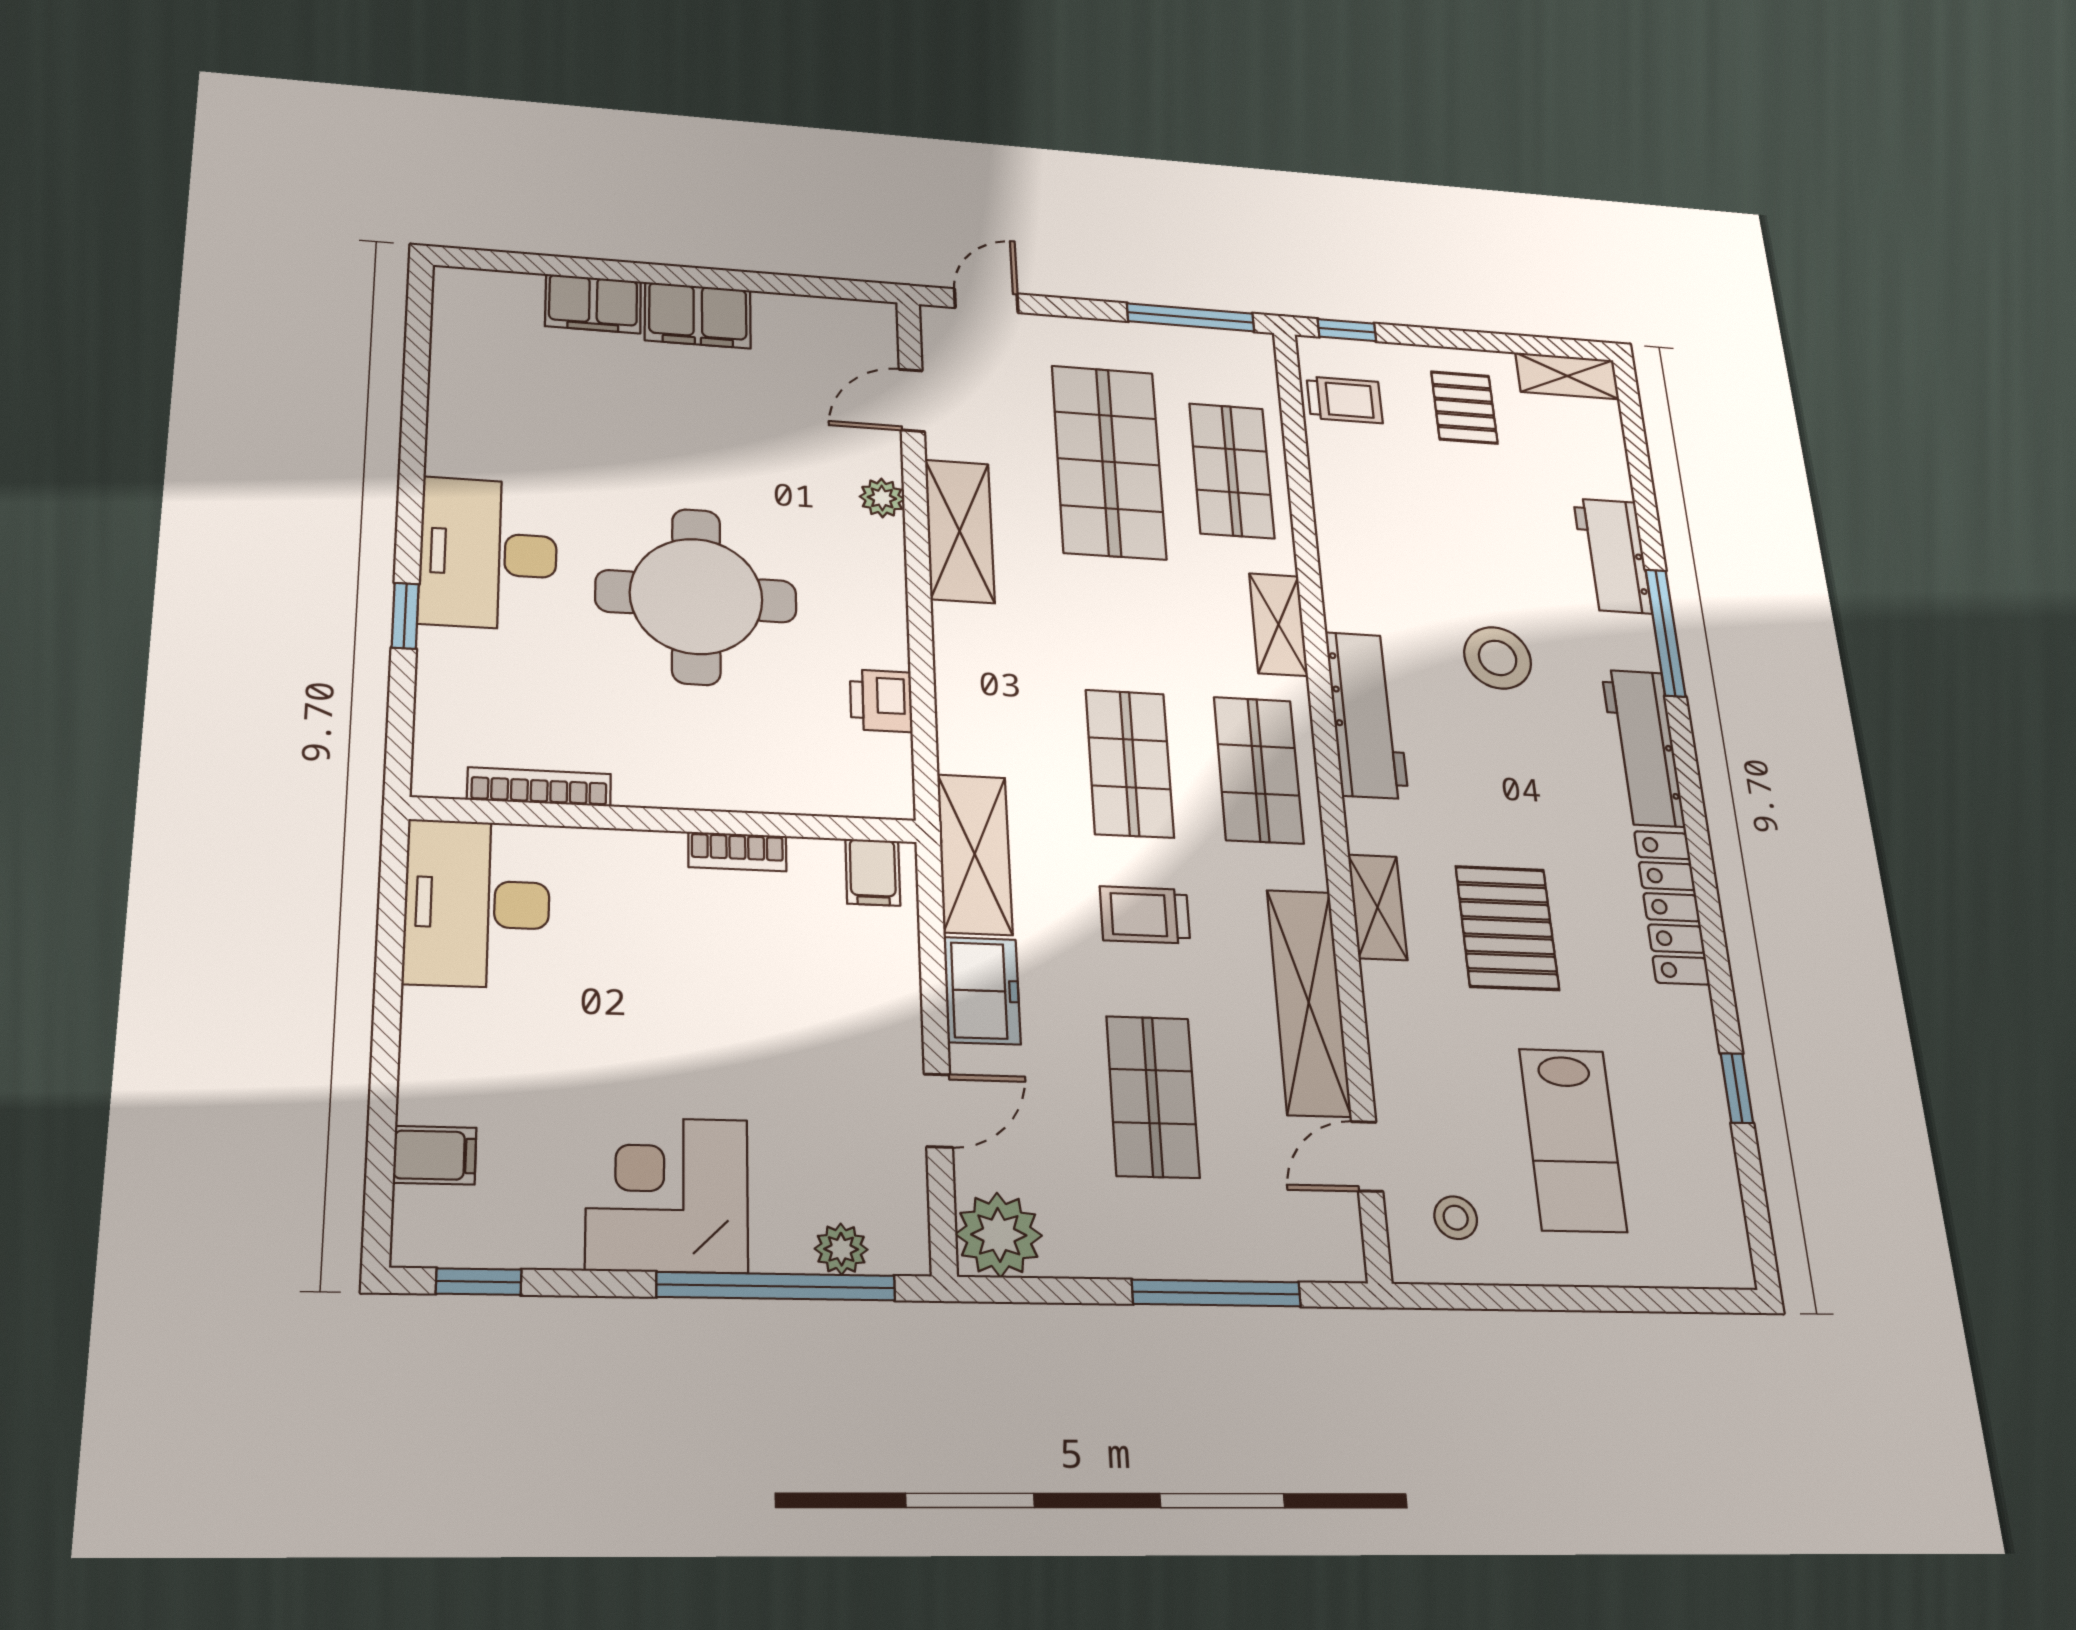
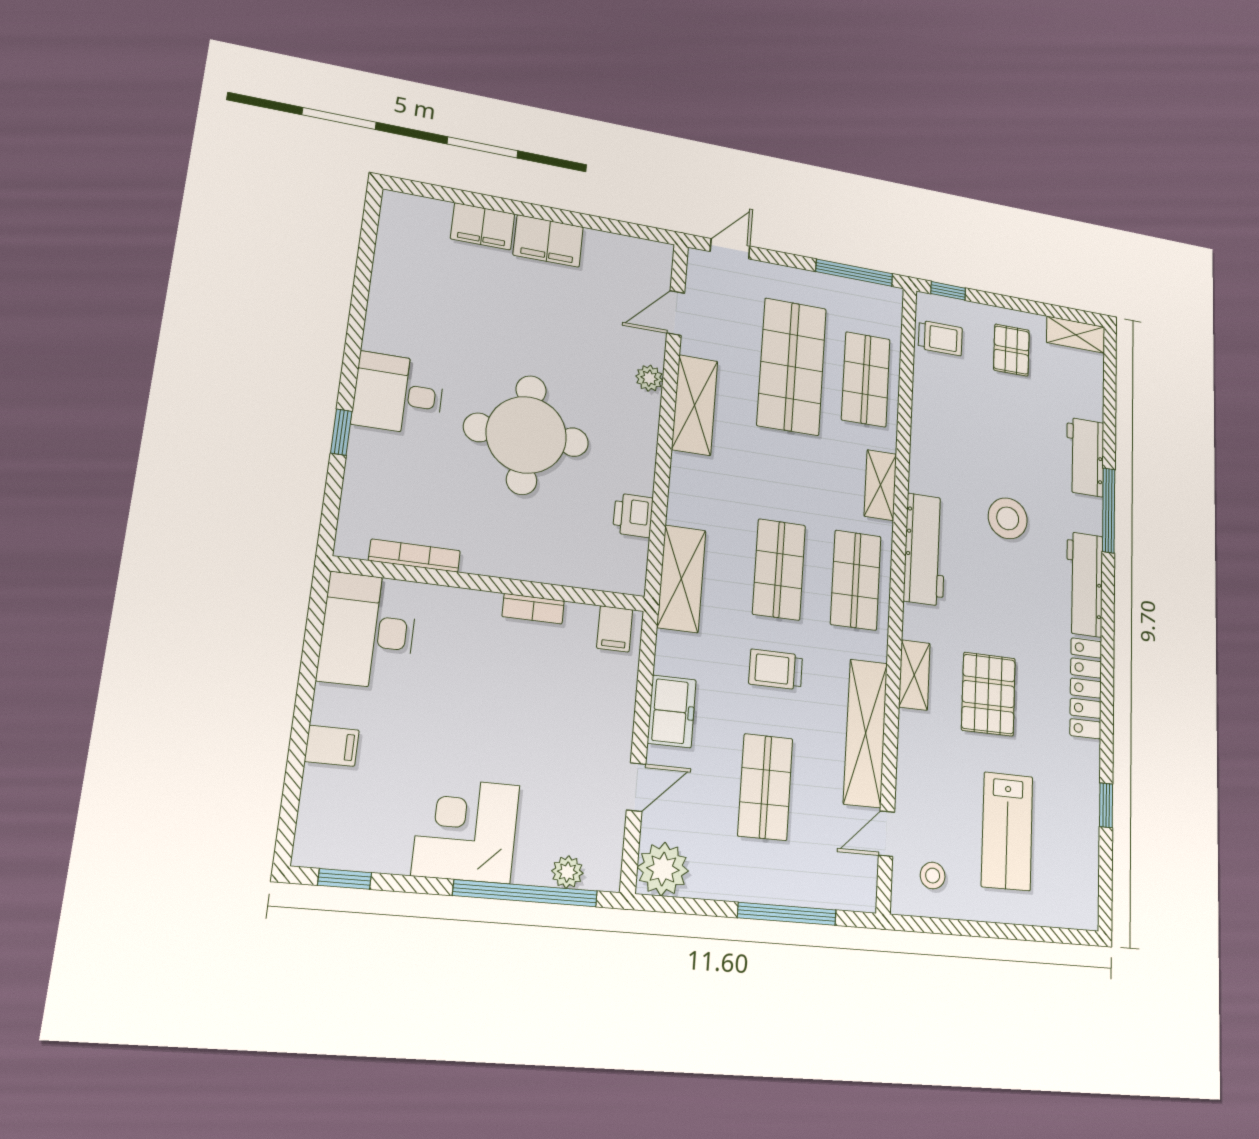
desk: (488, 553) -> (398, 394), width x0.73
shelving: (975, 854) -> (681, 579), moved
filing cabinet: (435, 1155) -> (332, 746), moved

